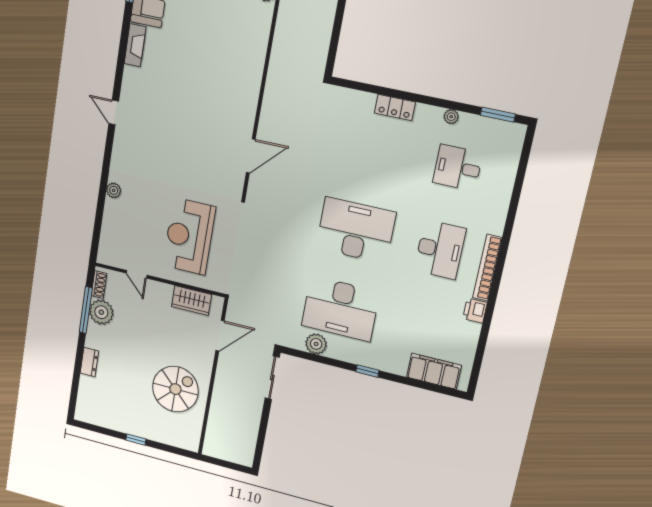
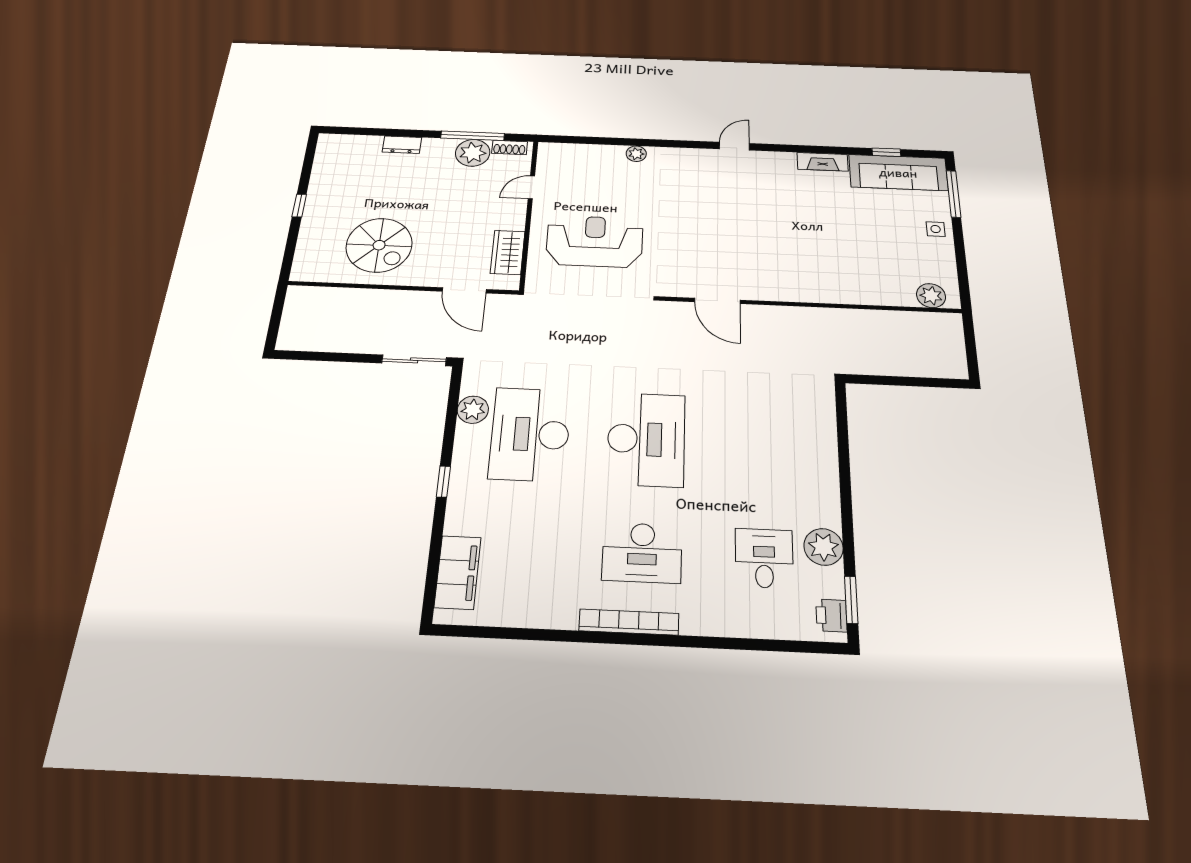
locker: (395, 107) -> (826, 465), removed
plant: (451, 117) -> (824, 547), width x1.88, depth x1.88
printer: (475, 311) -> (831, 616), moved, turned -90

